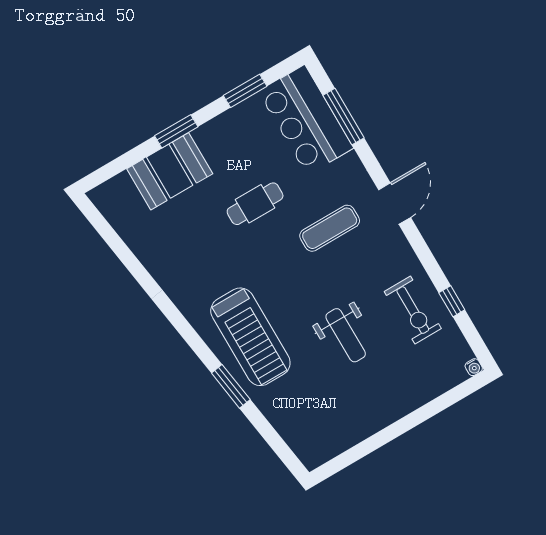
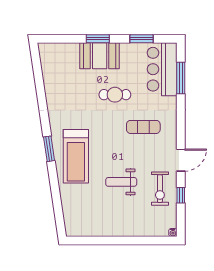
booth: (170, 171) -> (100, 56), moved
door: (395, 204) -> (181, 160), moved
weight bench: (346, 335) -> (121, 182), turned 90
window: (231, 386) -> (49, 149), moved

